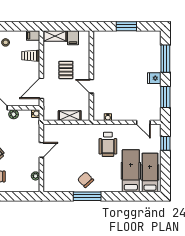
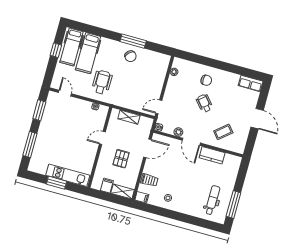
kitchen unit: (117, 37) -> (68, 175), added
fridge: (154, 78) -> (45, 130), removed
door: (91, 86) -> (102, 138), swing flipped
window: (165, 143) -> (56, 50), moved
door: (41, 150) -> (159, 107), moved

